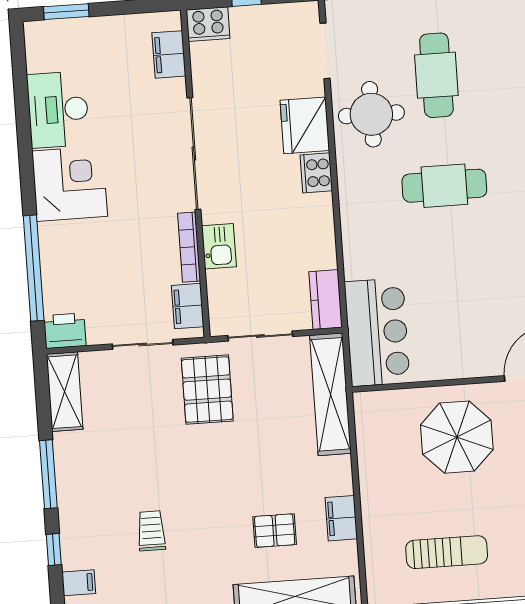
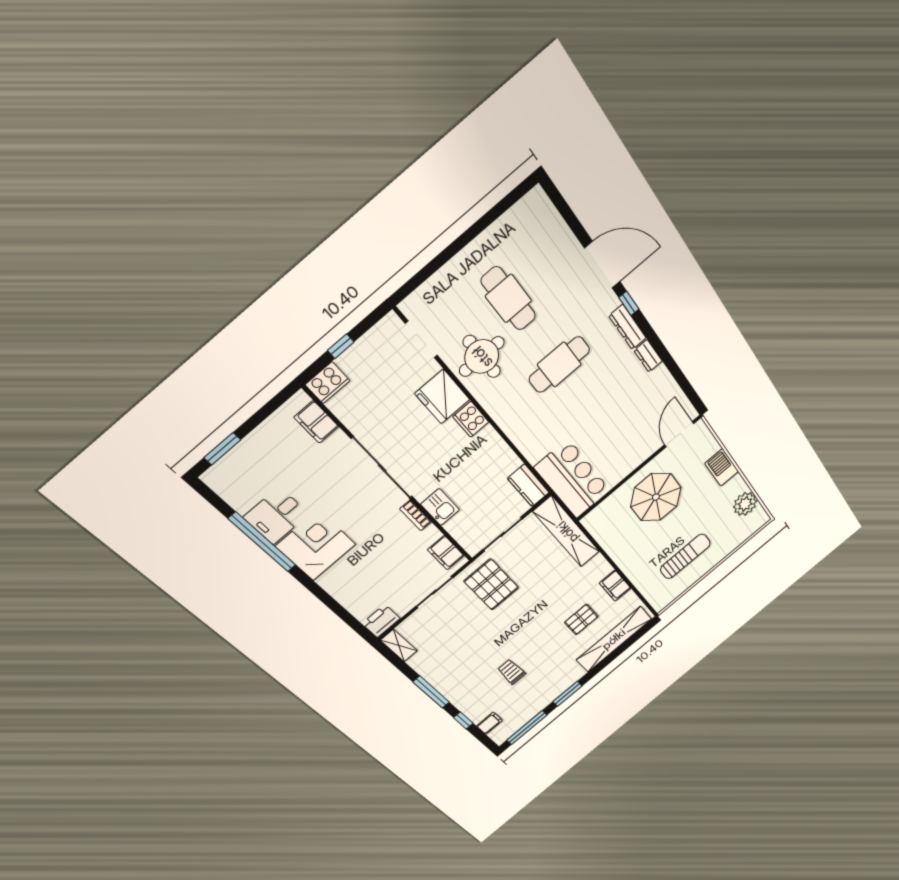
desk: (58, 110) -> (276, 516), width x0.73
bookcase: (189, 247) -> (416, 515), width x0.64
window: (34, 268) -> (262, 542), moved
shelving: (65, 392) -> (399, 646), width x0.67, depth x0.75

